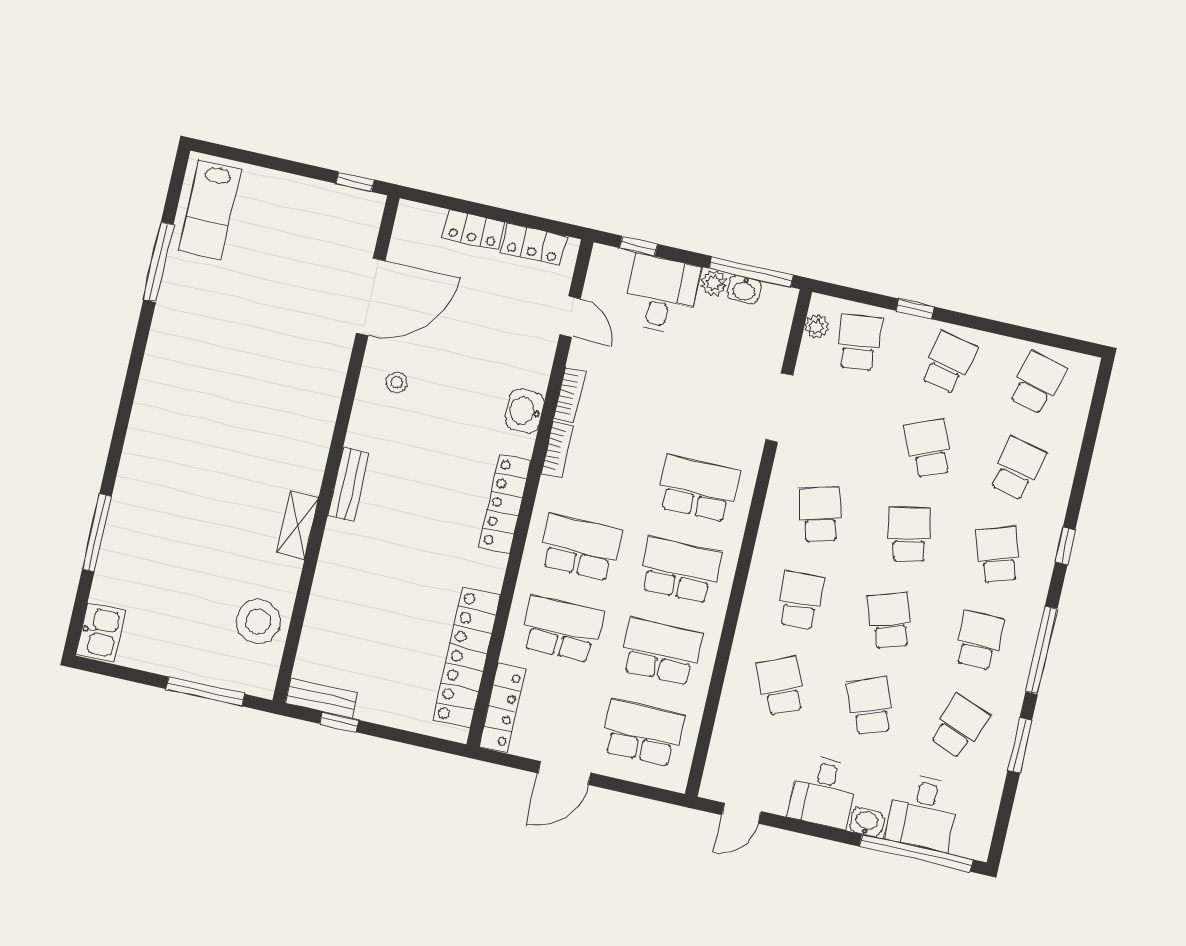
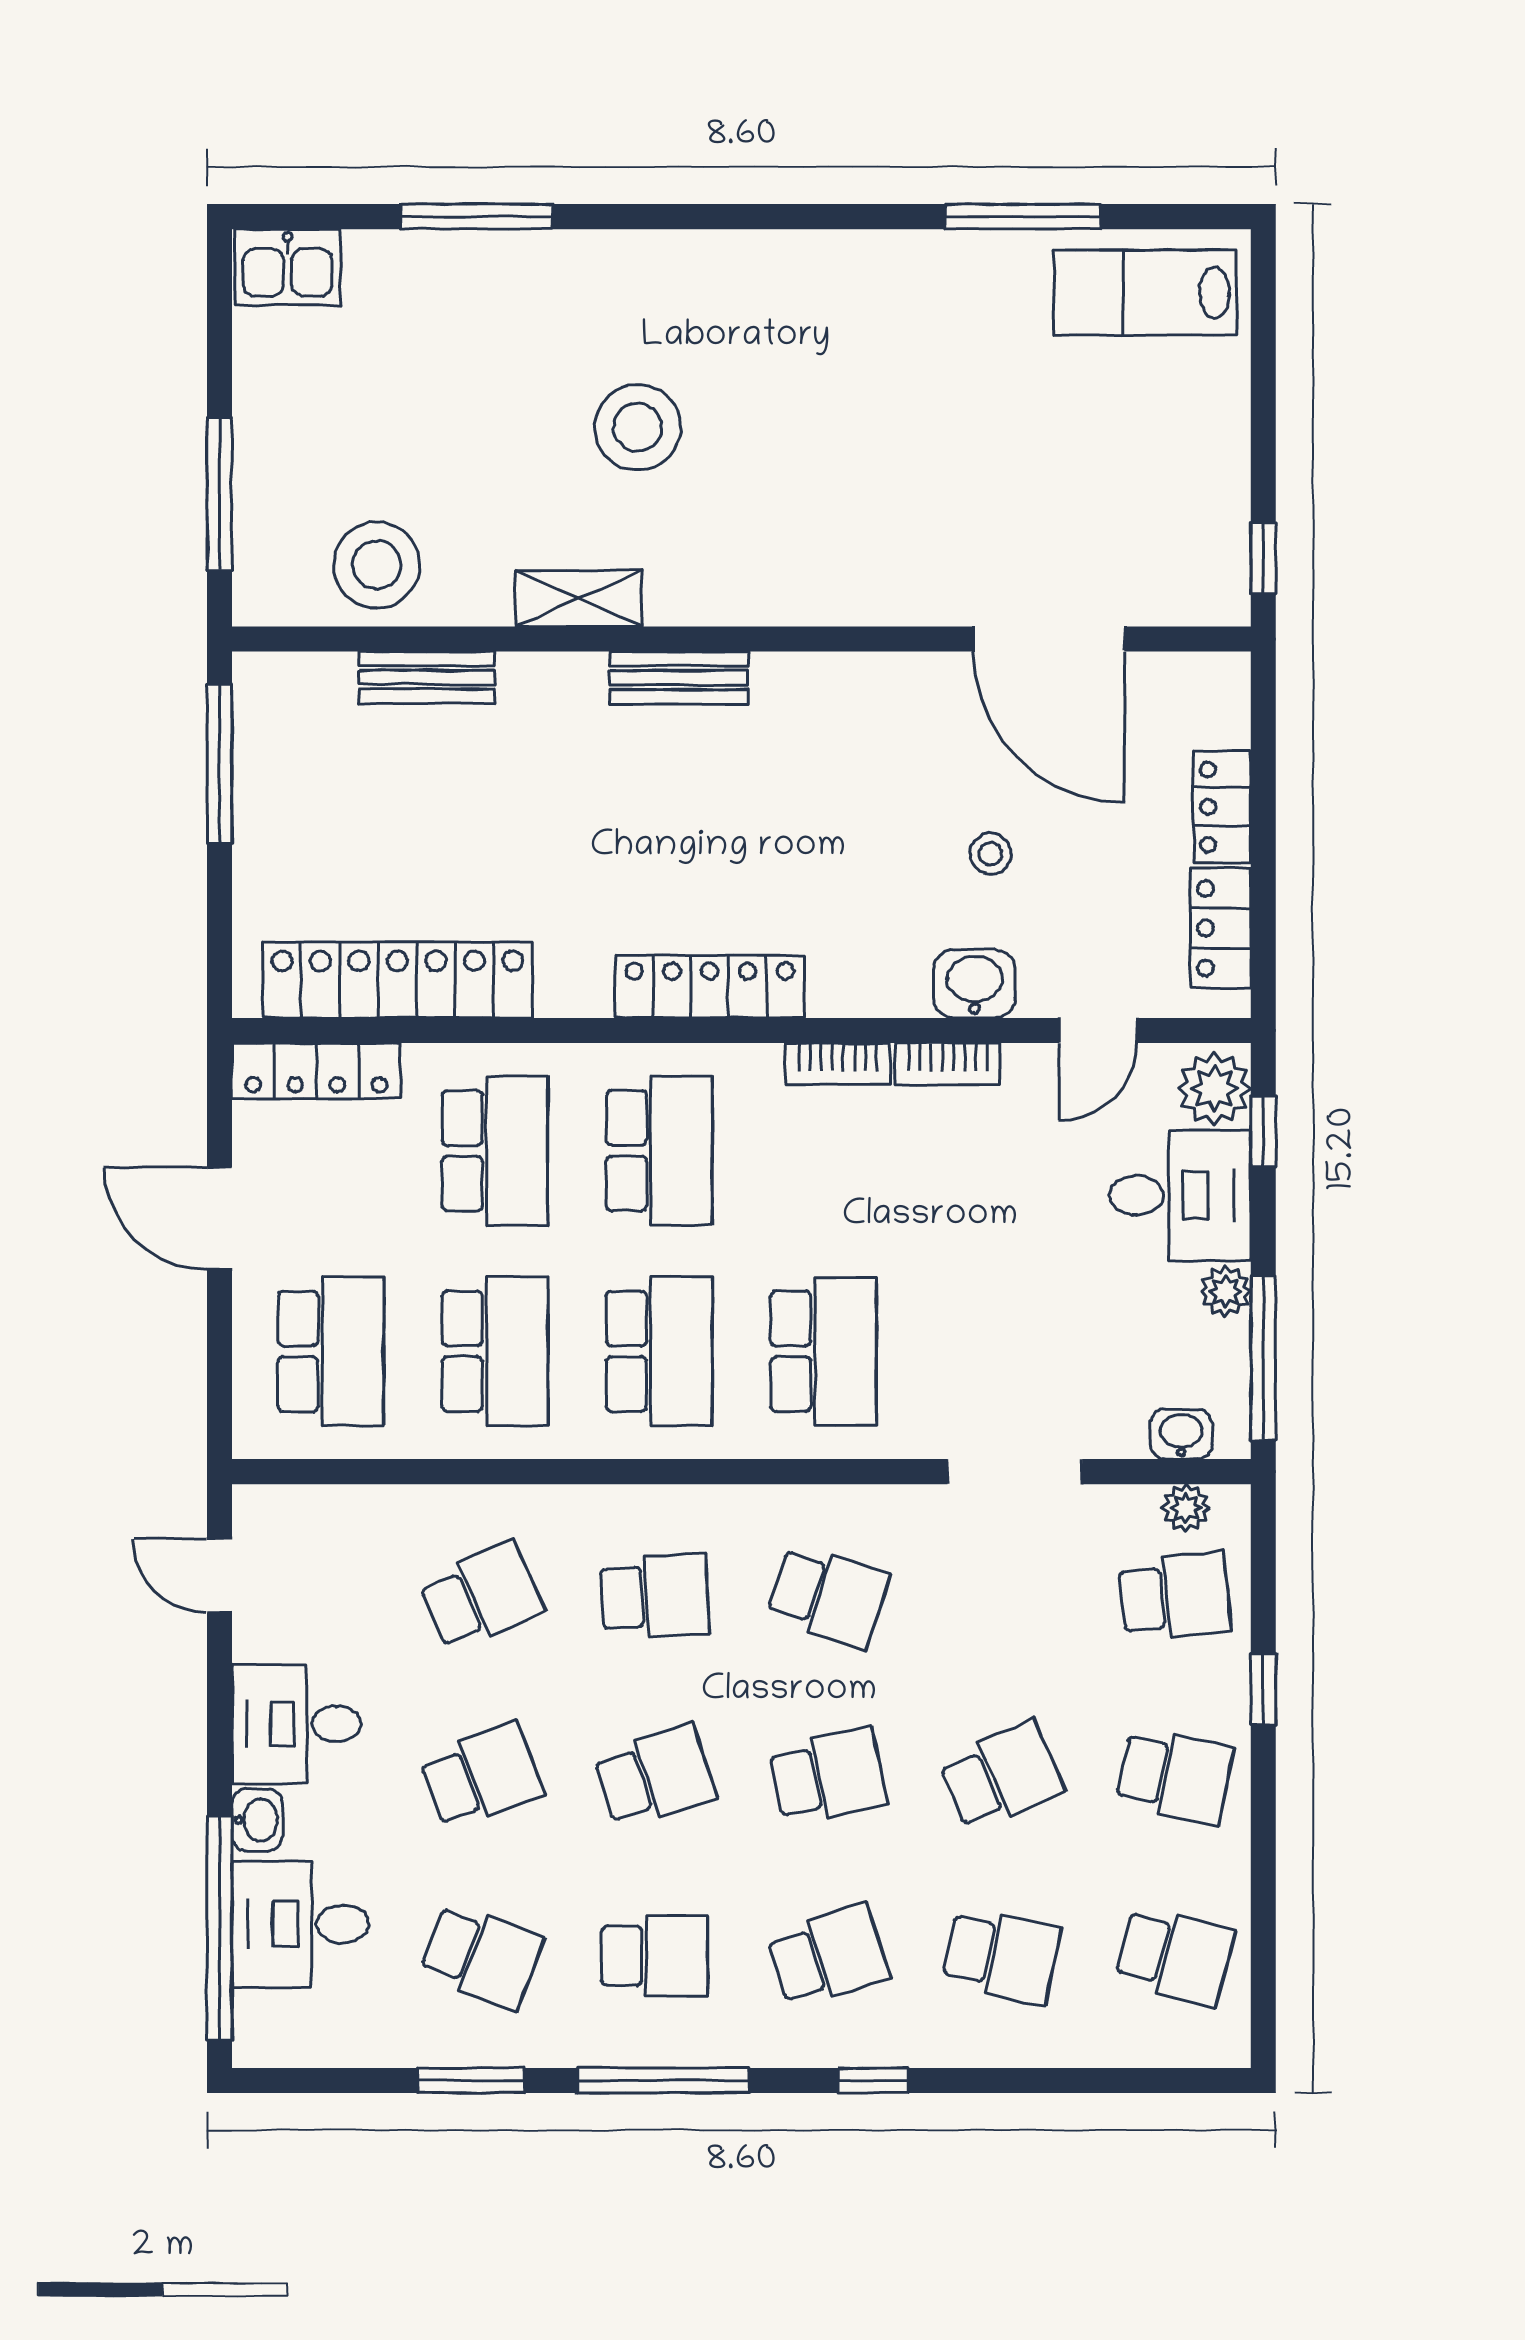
plant: (612, 265) -> (1214, 1089), added
washbasin: (744, 289) -> (1181, 1434), moved, turned 90
stool: (397, 382) -> (991, 854), moved
washbasin: (524, 411) -> (974, 984), moved
stool: (219, 477) -> (638, 427), added
school desk: (820, 514) -> (828, 1596), turned 33
bench: (321, 698) -> (427, 677), moved, turned 90
window: (339, 722) -> (219, 764), width x2.17

